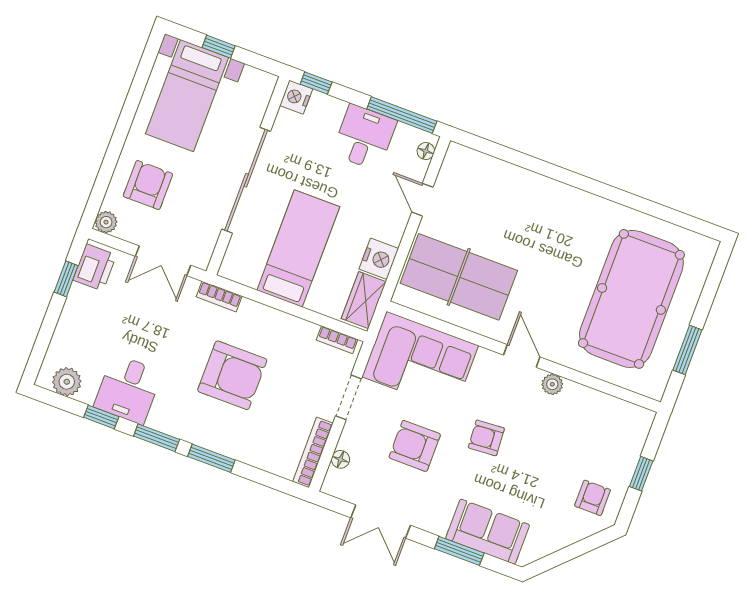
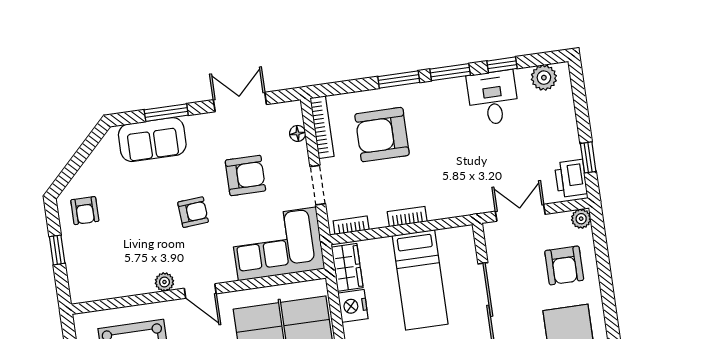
bookcase: (219, 296) -> (407, 217), moved
armchair: (232, 375) -> (382, 135), moved

